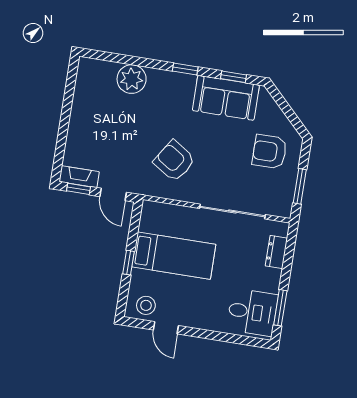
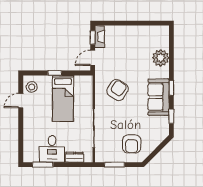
sofa: (226, 98) -> (159, 97), moved
armchair: (269, 152) -> (132, 144), turned 180
desk: (252, 312) -> (52, 149), moved

